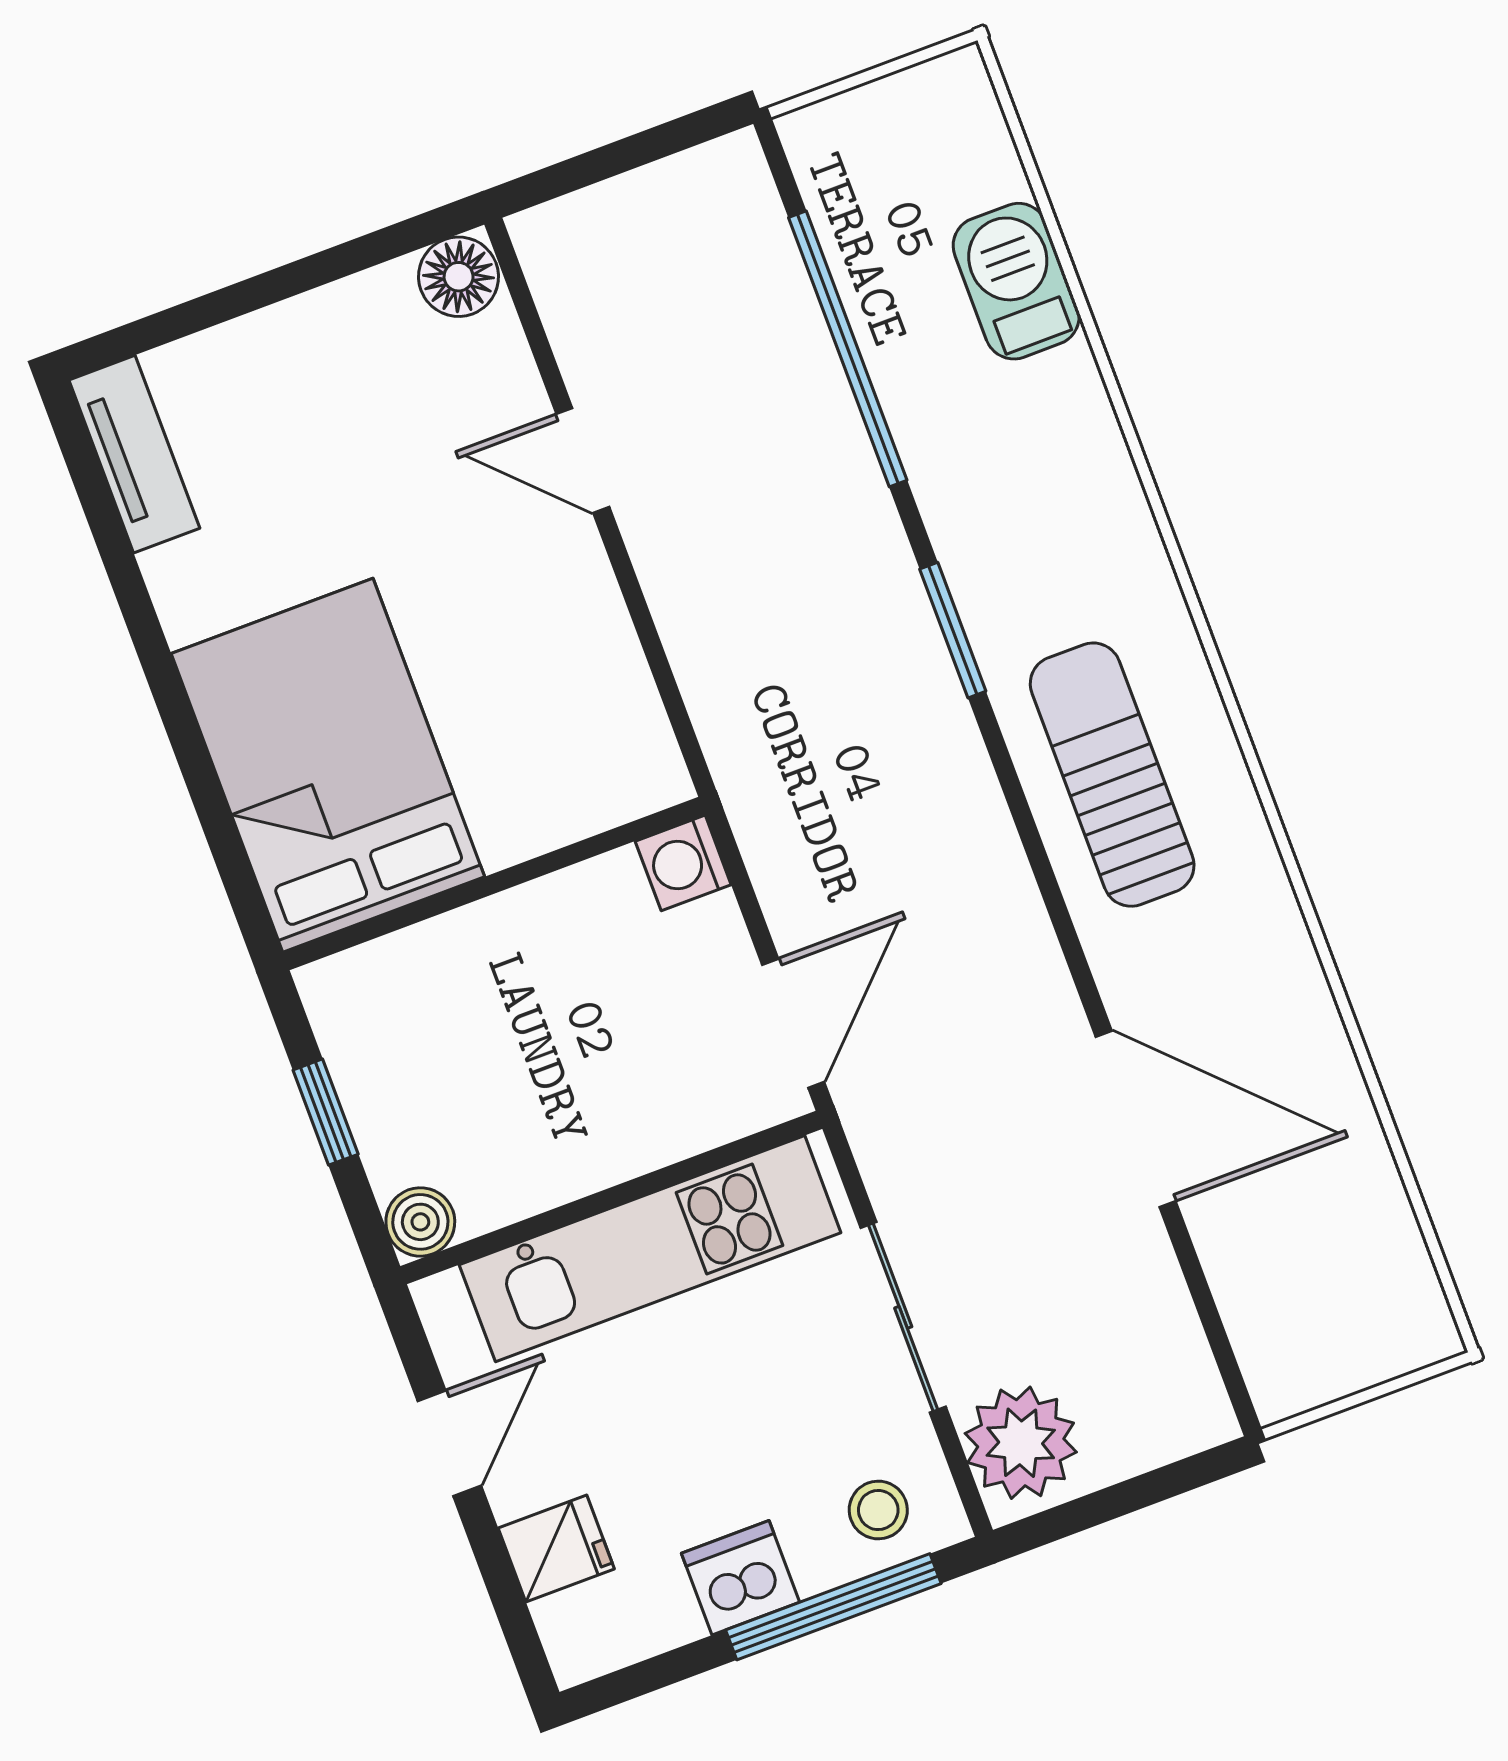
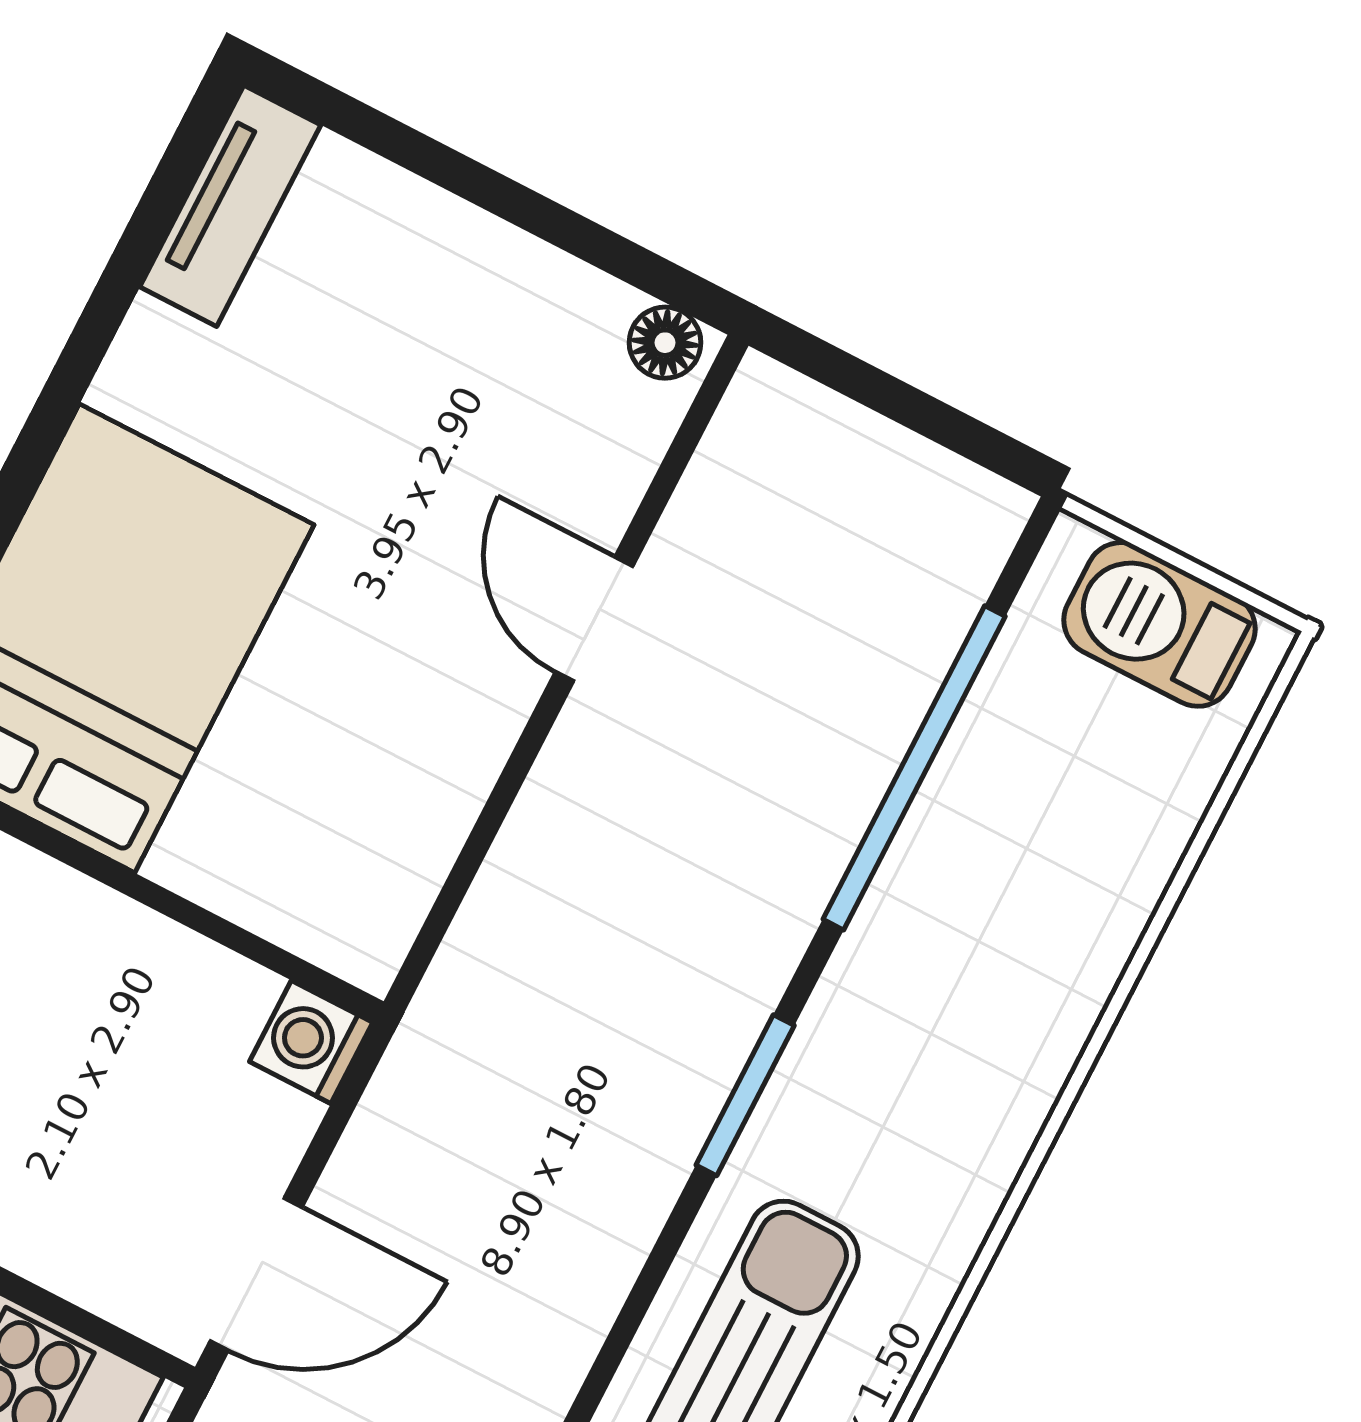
floor lamp: (459, 277) -> (665, 343), width x0.73, depth x0.73
barbecue: (1016, 281) -> (1159, 624), moved, turned -90

